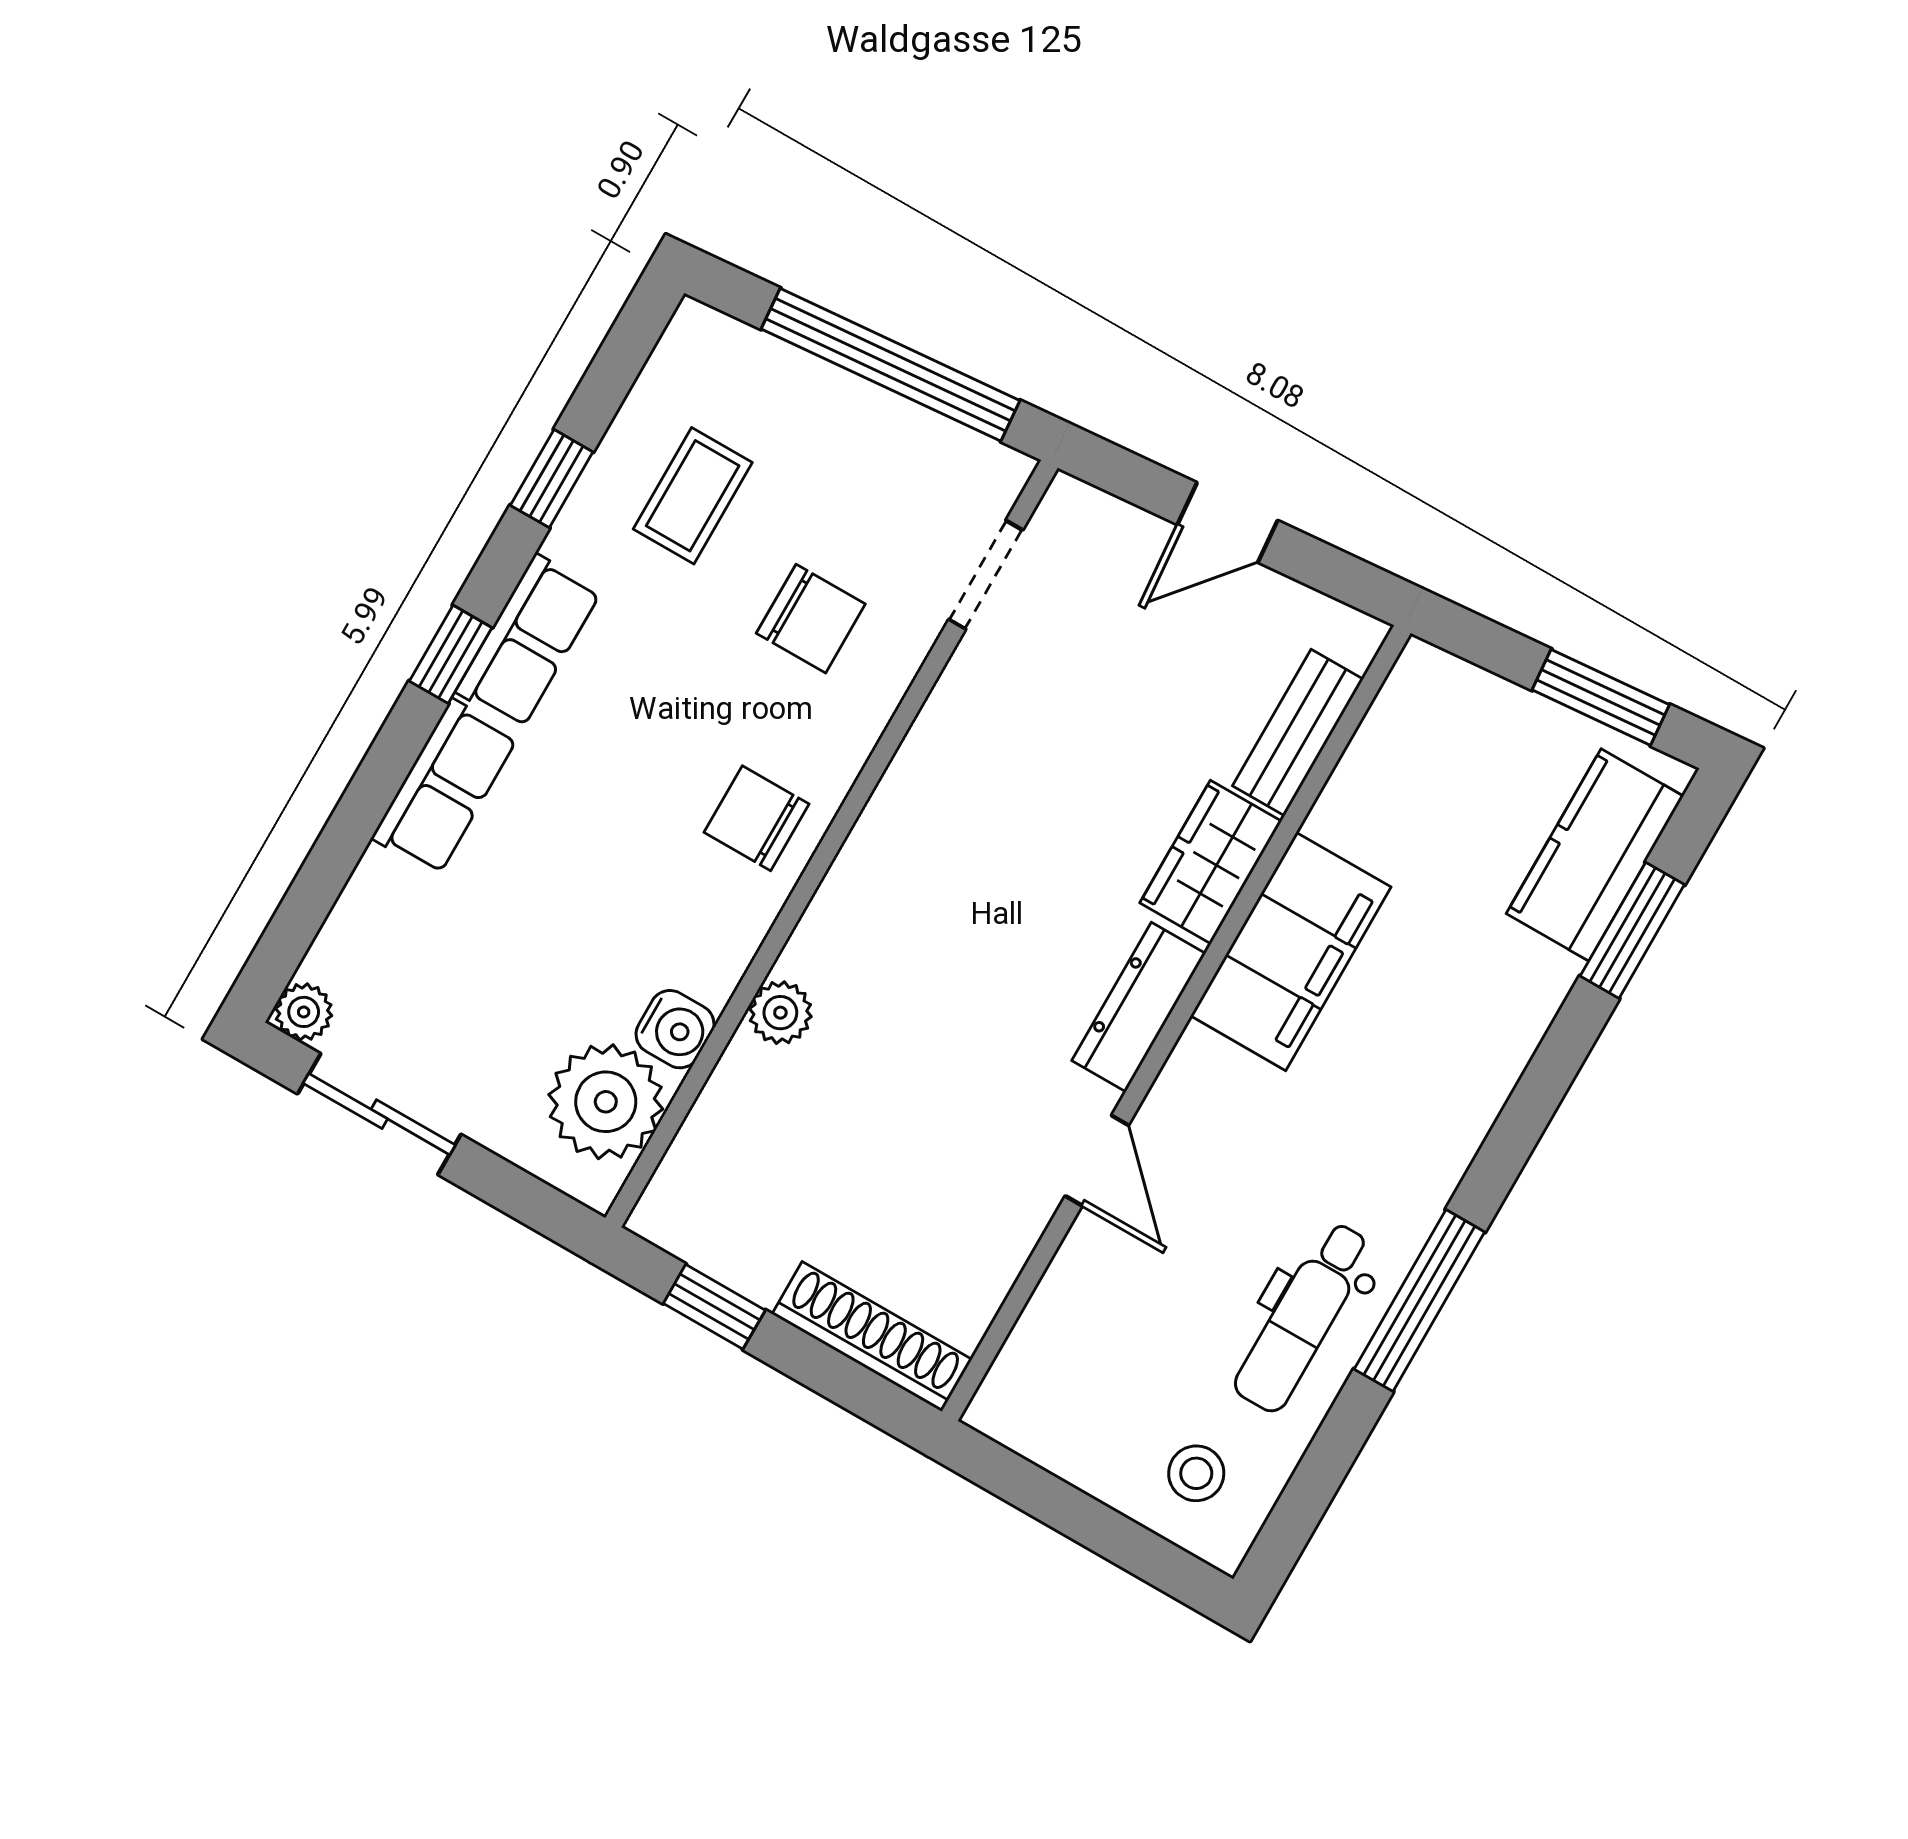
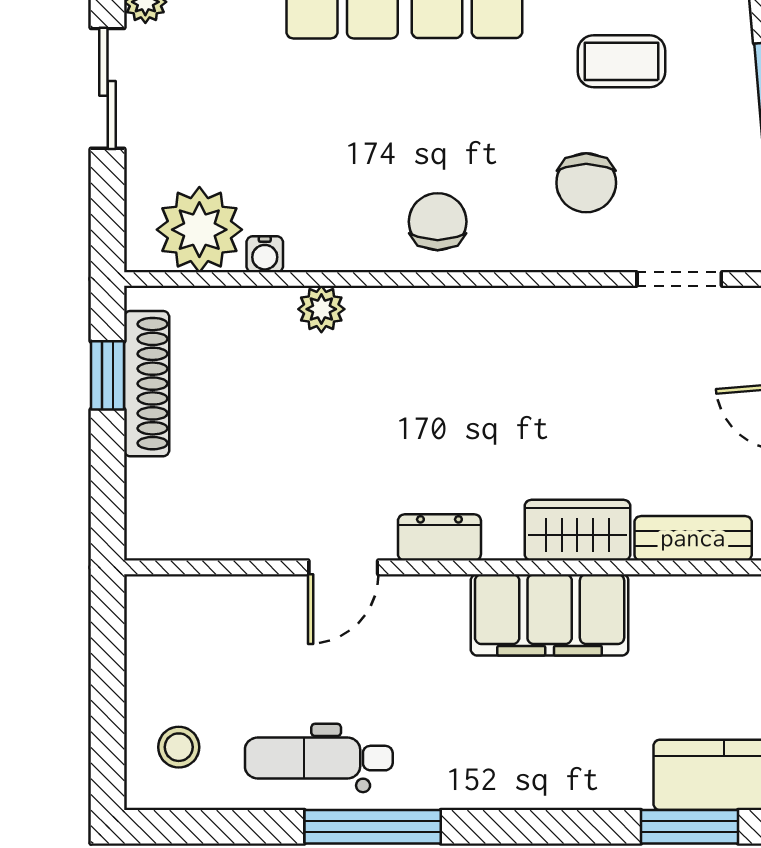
dresser: (1139, 1007) -> (439, 537), width x0.70
water cooler: (675, 1029) -> (265, 254), width x0.72, depth x0.72
shoe rack: (872, 1337) -> (147, 384), moved

